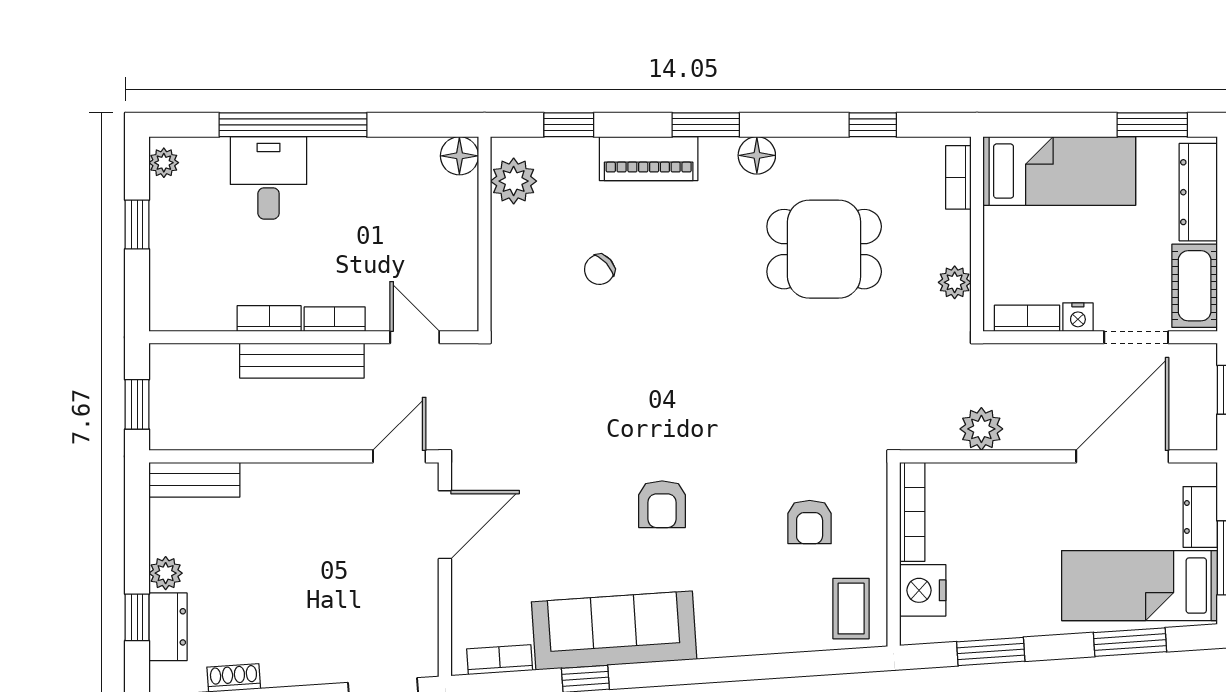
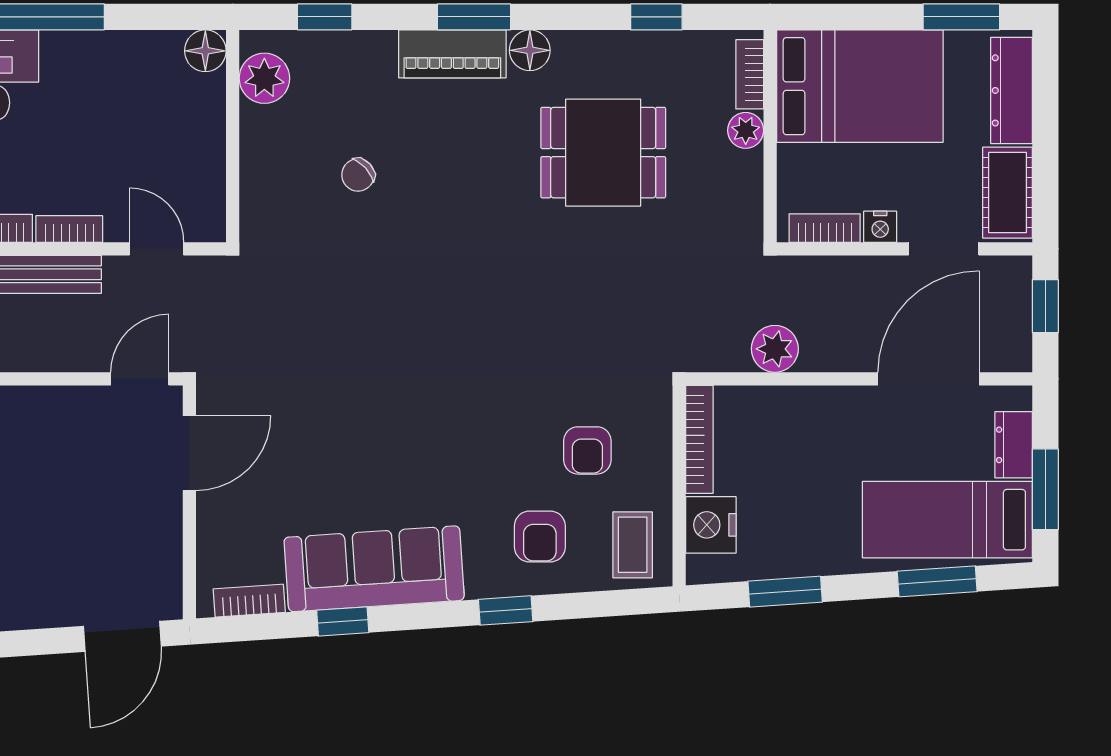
piano: (649, 159) -> (452, 54), moved
bed: (1059, 171) -> (860, 86), width x1.50
plant: (955, 282) -> (746, 130), moved
armchair: (662, 504) -> (540, 537), moved
window: (735, 669) -> (506, 610), added

